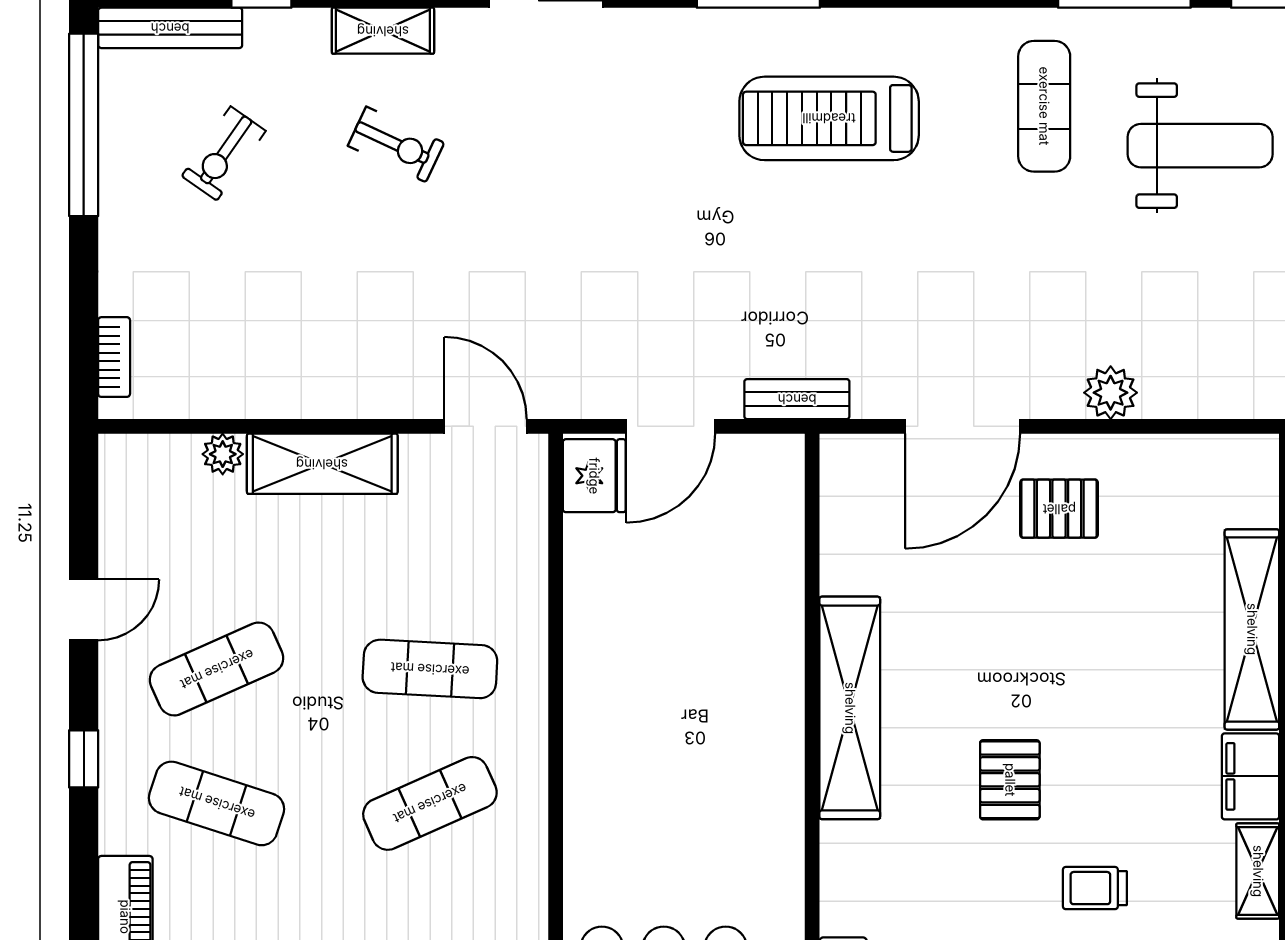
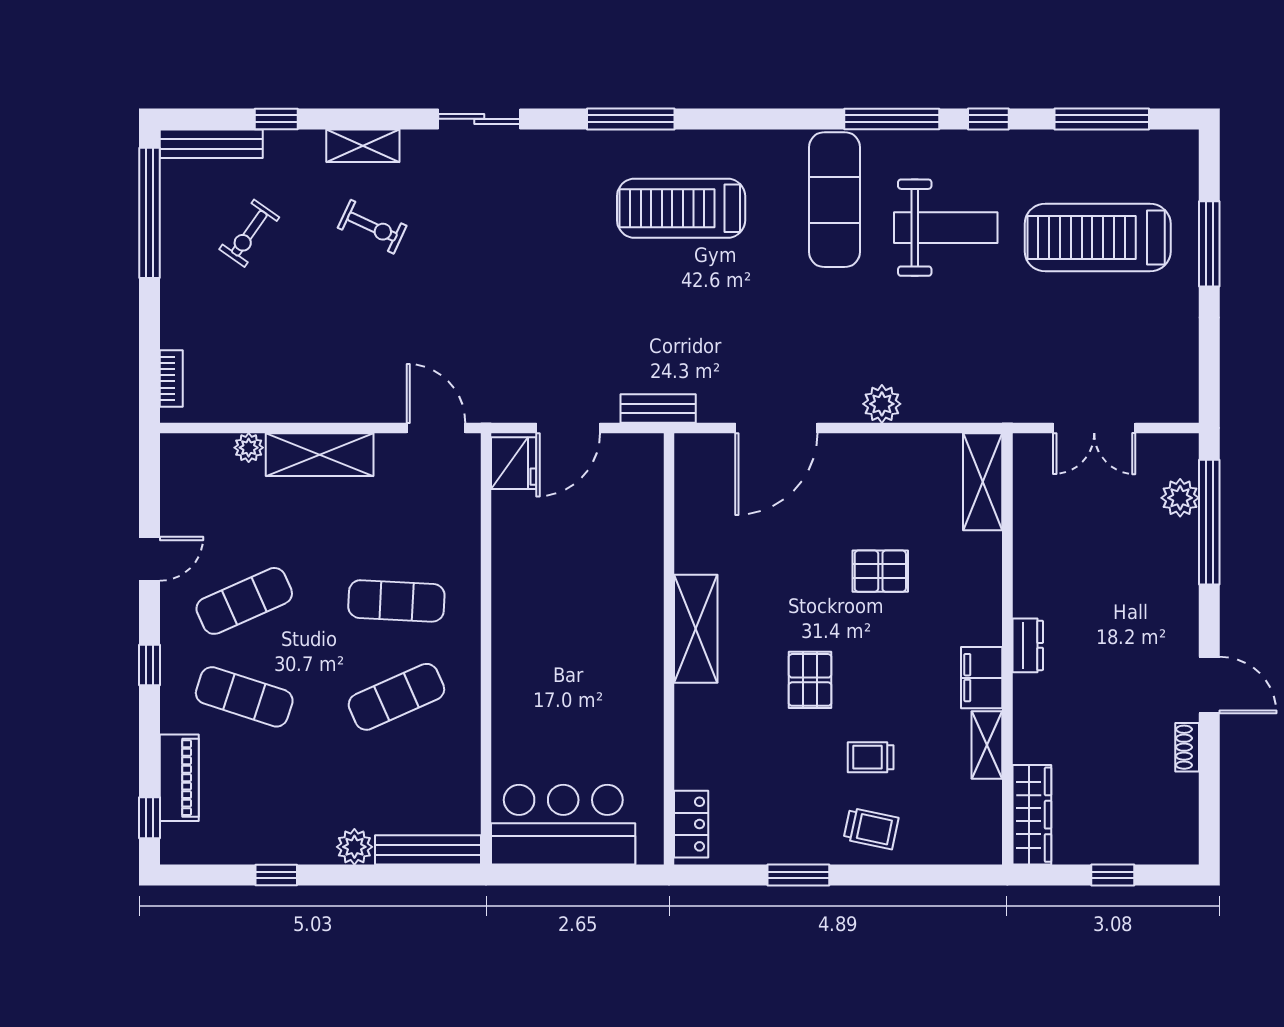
exercise mat: (1044, 106) -> (835, 200), width x1.36, depth x1.45
pallet: (1059, 509) -> (880, 571), moved
shelving: (1252, 629) -> (983, 482), moved, width x0.68
shelving: (850, 708) -> (696, 629), width x0.68

